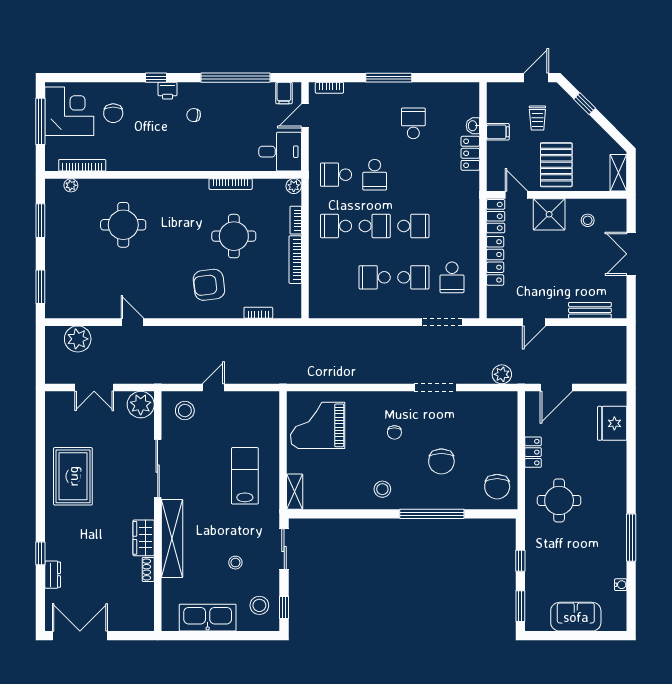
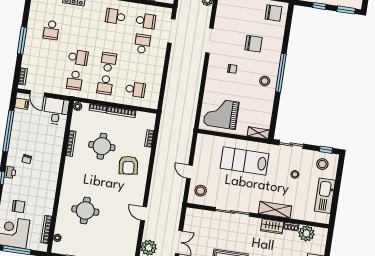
school desk: (413, 123) -> (51, 30), turned -90
school desk: (413, 226) -> (115, 16), moved, turned -90
school desk: (375, 277) -> (135, 89), moved, turned -90
door: (133, 322) -> (144, 214), hinge flipped
plant: (141, 405) -> (306, 233), moved
grand piano: (318, 425) -> (221, 114), turned 90
lab bench: (245, 476) -> (245, 161), width x1.36, depth x1.39
window: (432, 514) -> (281, 73), moved
shelving: (172, 538) -> (275, 210), width x0.68

